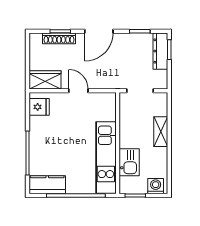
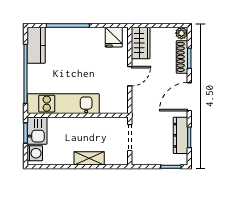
door: (99, 31) -> (189, 97), hinge flipped
plant: (35, 39) -> (181, 33), added
dresser: (160, 51) -> (180, 135), moved, turned -90
kitchen sink: (129, 162) -> (37, 131), moved, turned -90

